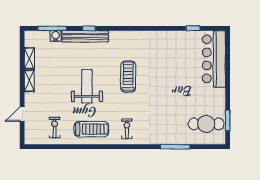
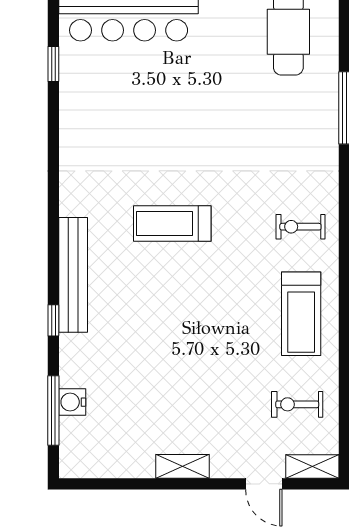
bench: (85, 36) -> (73, 275), moved
shelving: (29, 58) -> (312, 466), moved
weight bench: (87, 86) -> (196, 325), removed
treadmill: (91, 129) -> (301, 314), turned 180

